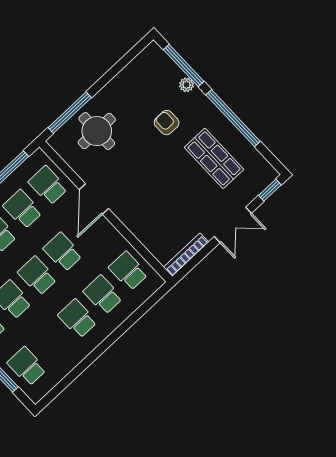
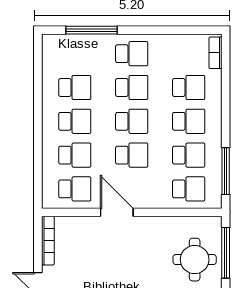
door: (94, 199) -> (117, 212), moved
school desk: (27, 366) -> (75, 88), moved

